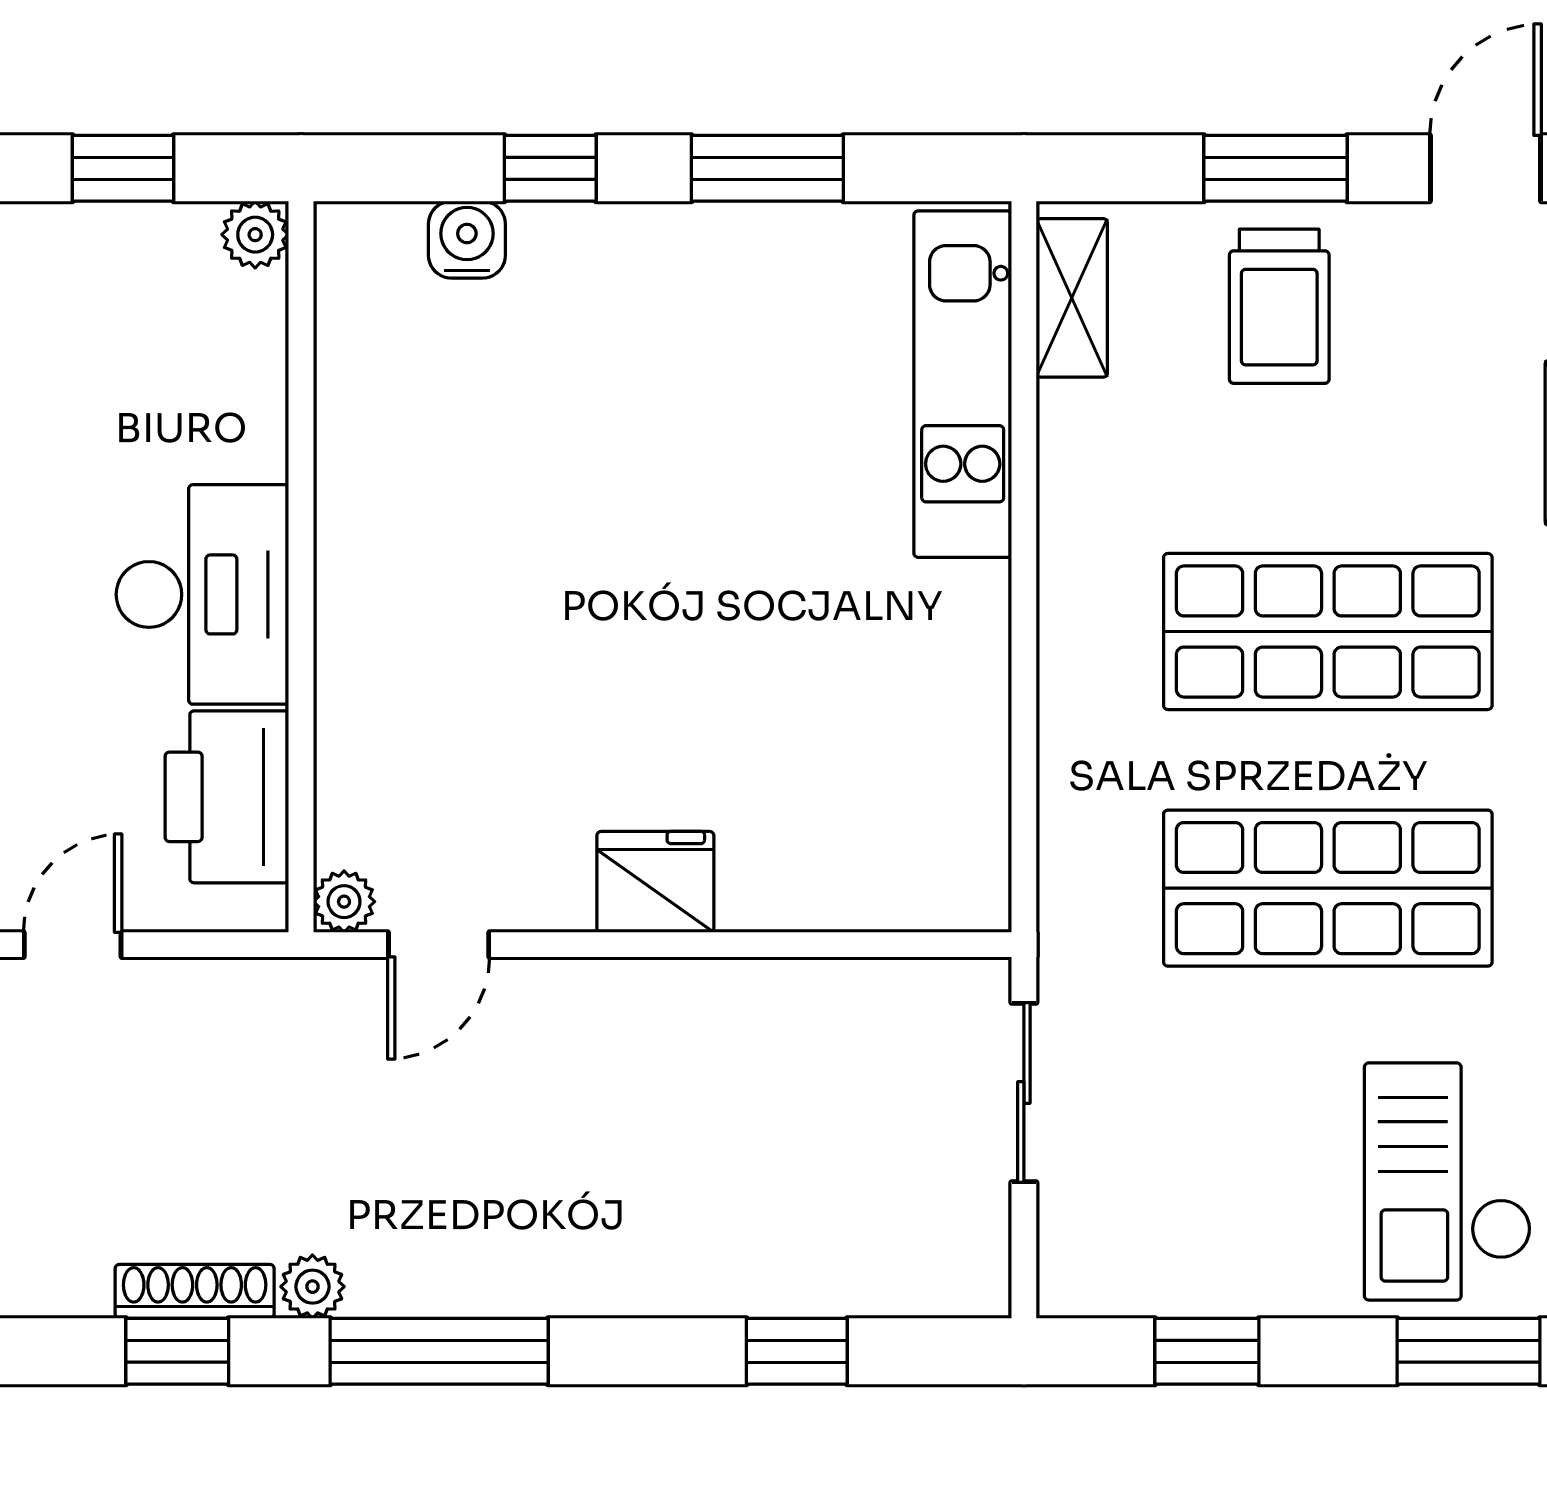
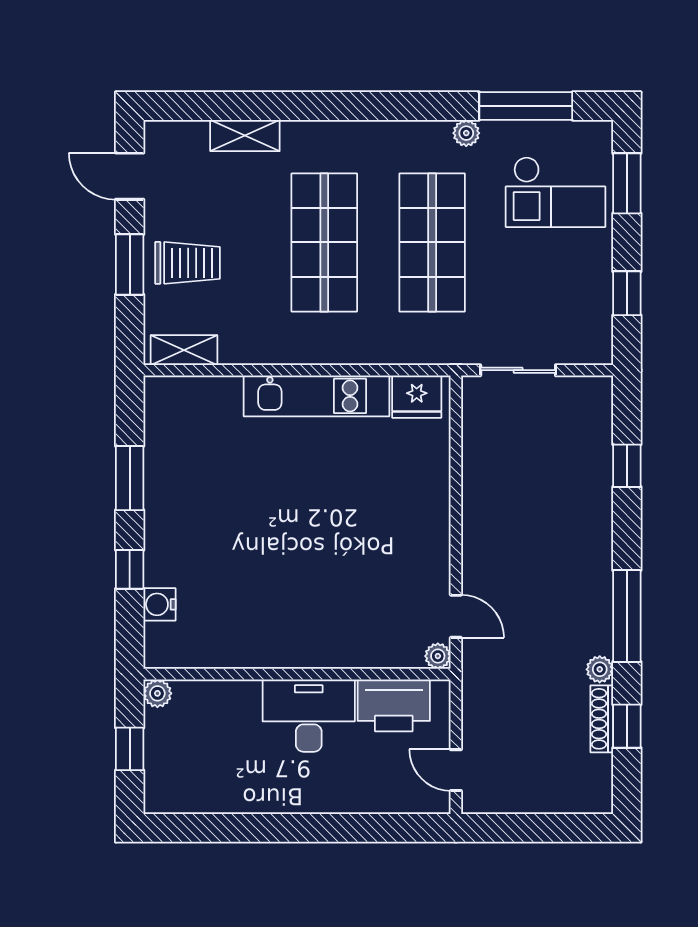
kitchen unit: (963, 384) -> (317, 396), moved
fridge: (655, 882) -> (417, 397), moved, turned -90

